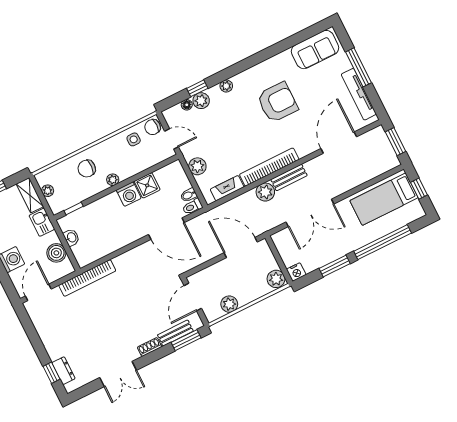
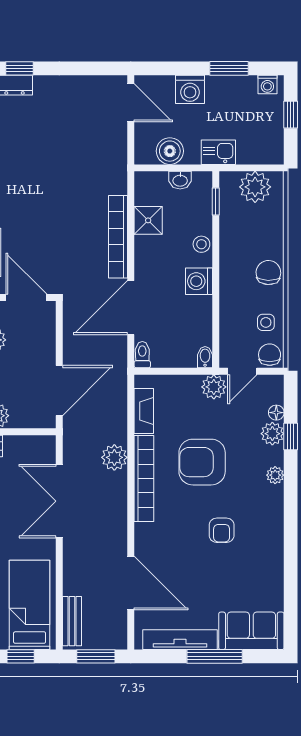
sofa: (315, 50) -> (251, 631), moved, turned 90
armchair: (277, 102) -> (222, 530), width x0.53, depth x0.53
armchair: (241, 136) -> (202, 462), added
plant: (197, 166) -> (214, 387), moved
chair: (87, 169) -> (268, 273), moved
bench: (289, 177) -> (72, 621), moved
plant: (113, 180) -> (228, 270), removed
shower: (147, 185) -> (148, 220), moved
plant: (48, 191) -> (255, 187), width x1.87, depth x1.87
shelving: (30, 195) -> (261, 154), removed
bidet: (189, 195) -> (205, 357), moved
stool: (105, 204) -> (201, 244), added
bookcase: (87, 278) -> (118, 237), moved

